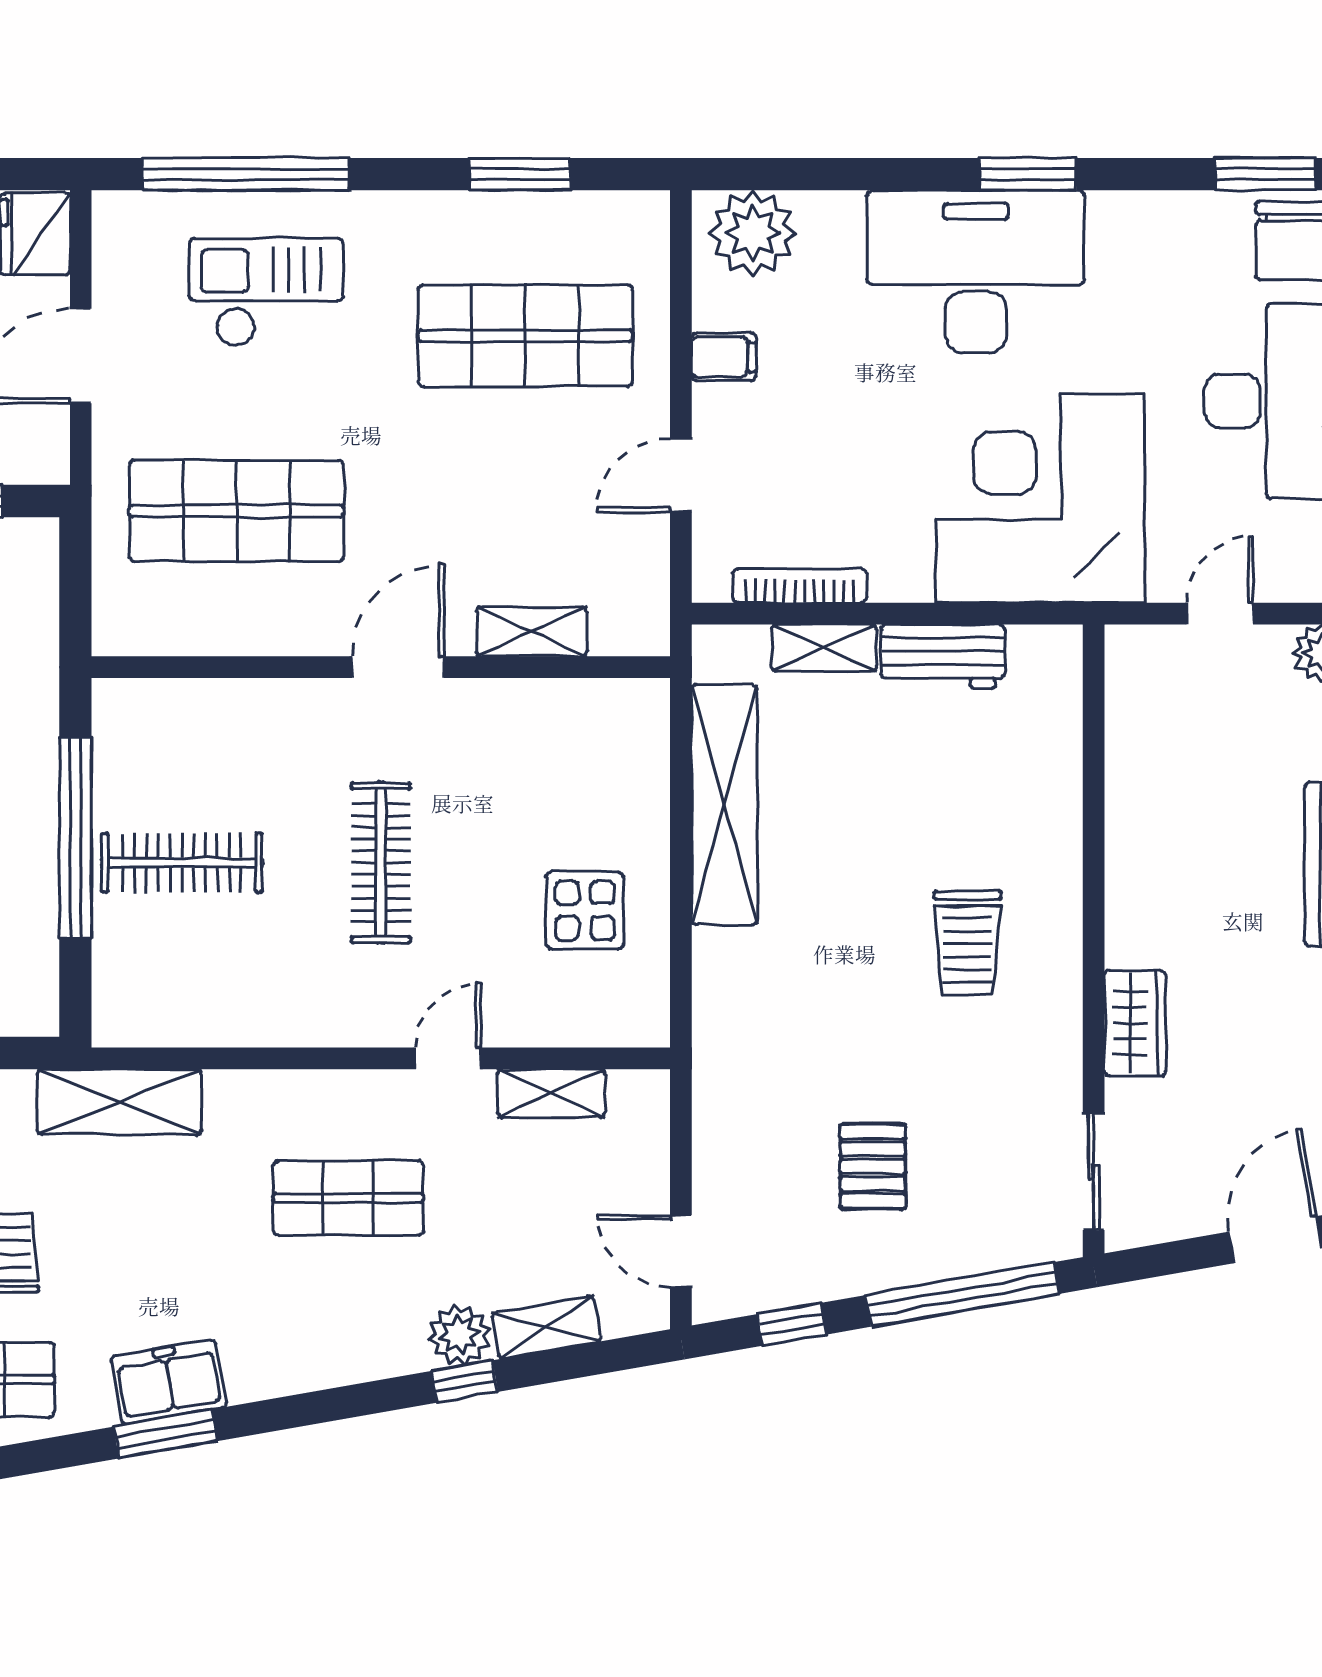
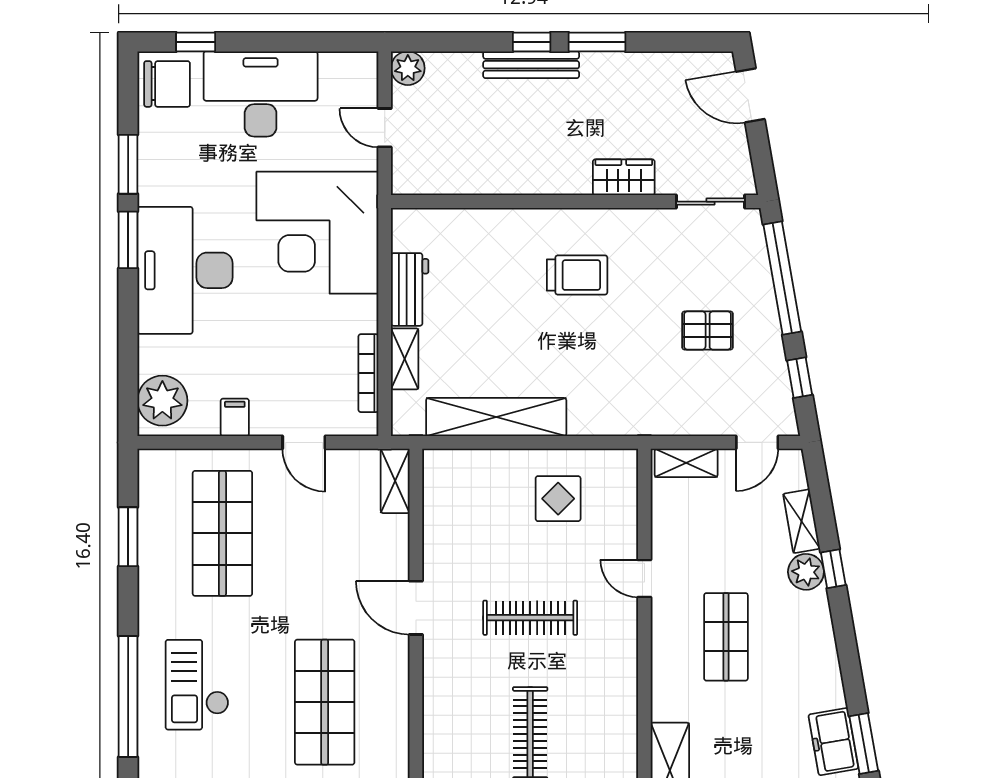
window: (1266, 174) -> (128, 164), moved
shelving: (532, 632) -> (395, 481), moved
shelving: (551, 1093) -> (686, 463), moved, turned 90

